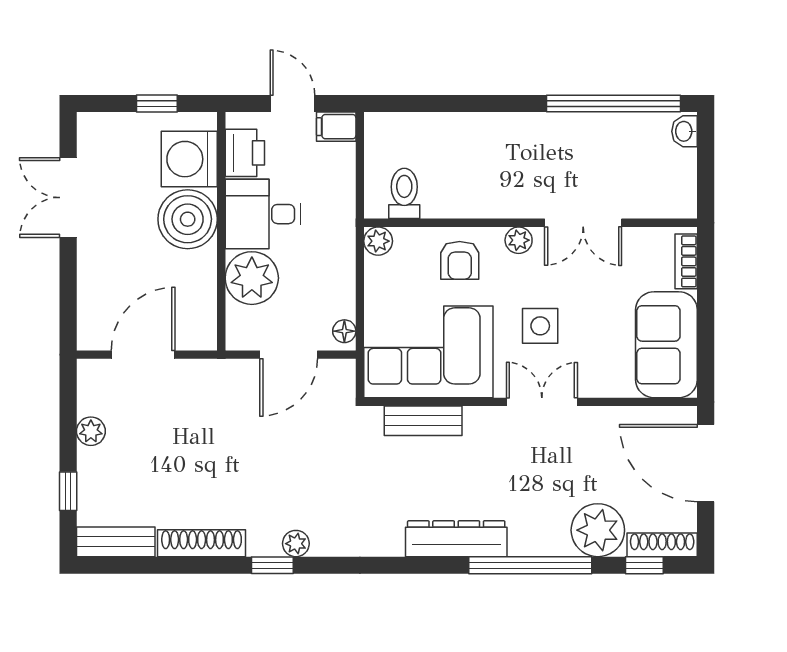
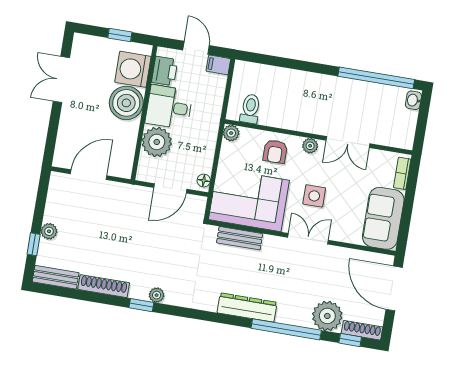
plant: (91, 431) -> (49, 231), moved

